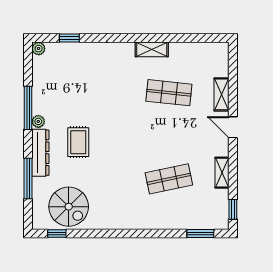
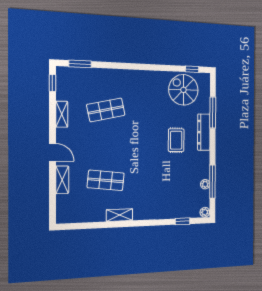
window: (28, 108) -> (212, 182), moved
plant: (38, 121) -> (205, 184), moved

